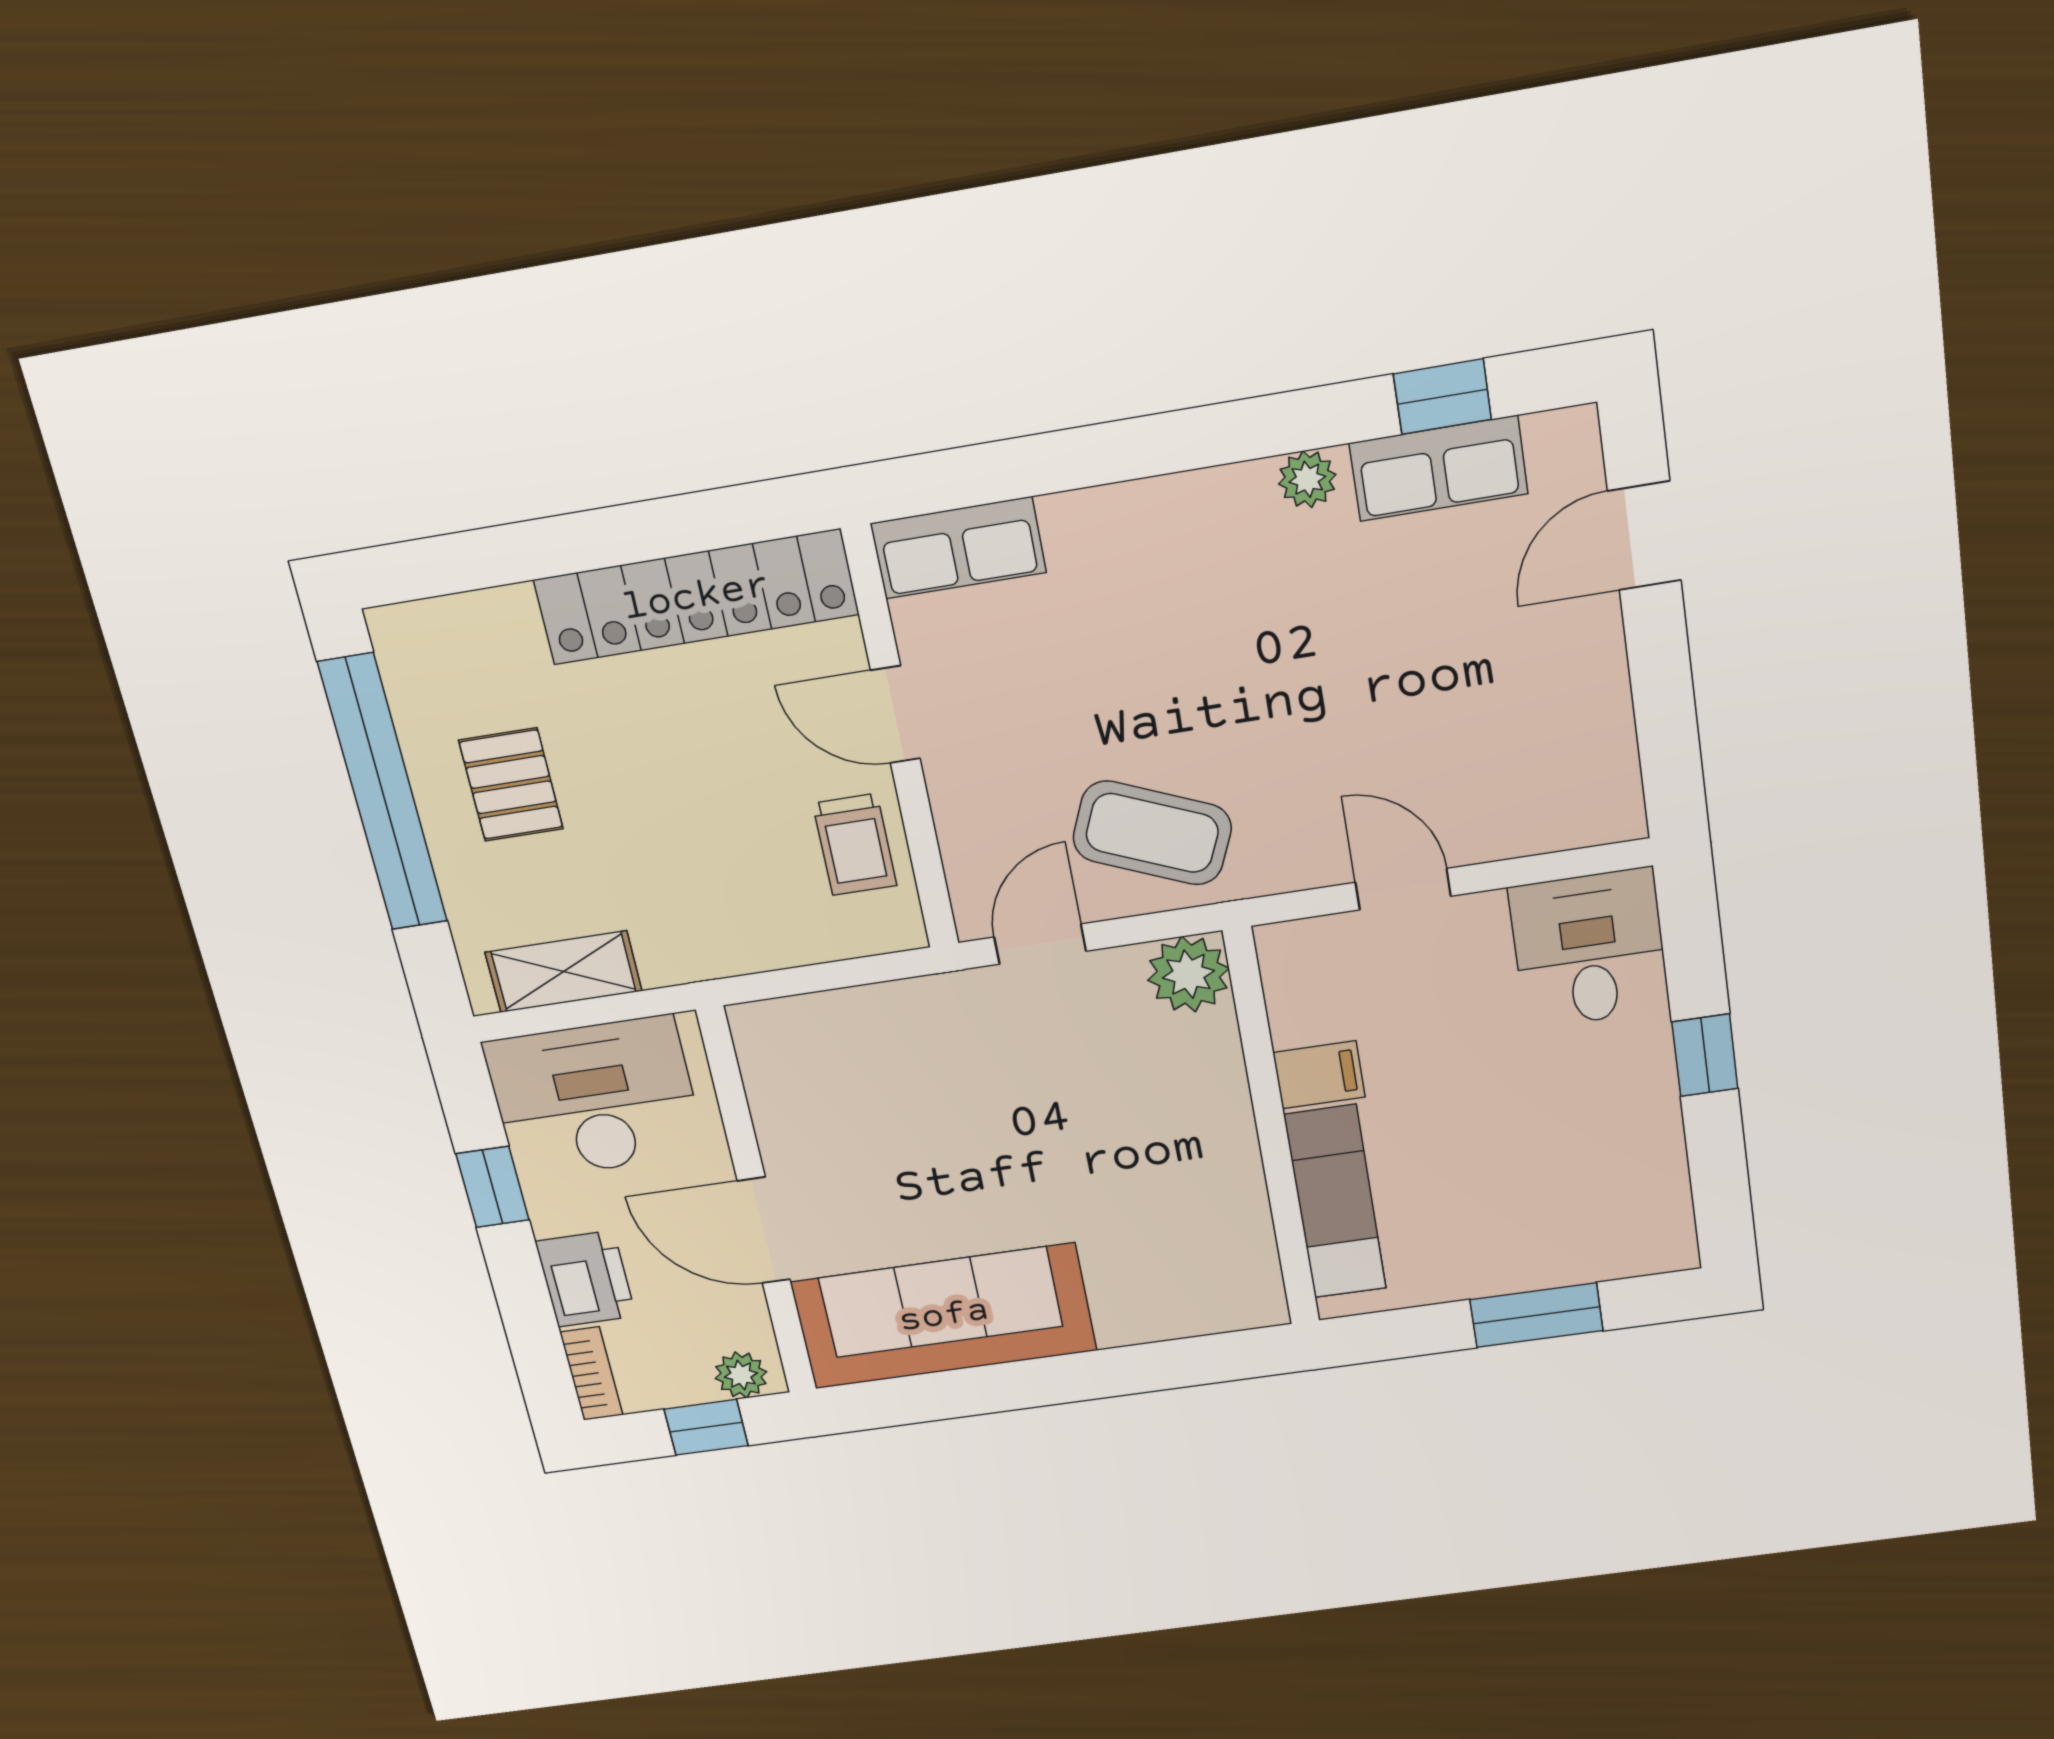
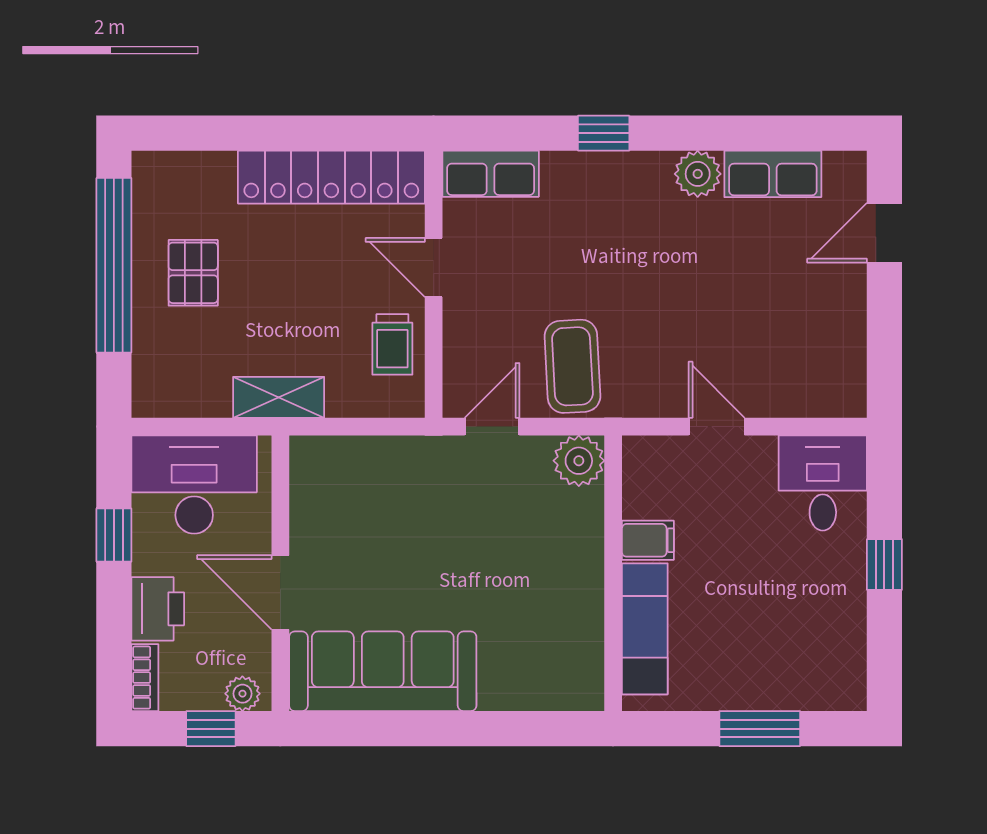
window: (1442, 397) -> (604, 133), moved
plant: (1307, 479) -> (698, 174), width x1.38, depth x1.38
coffee table: (1152, 833) -> (572, 366), turned 64
shelving: (563, 972) -> (279, 397), moved

